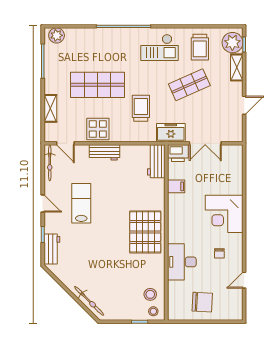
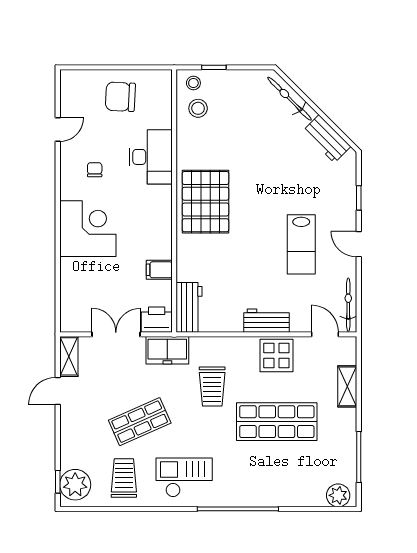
shelving: (237, 67) -> (69, 356), moved
workbench: (52, 249) -> (327, 139), moved, turned -45

